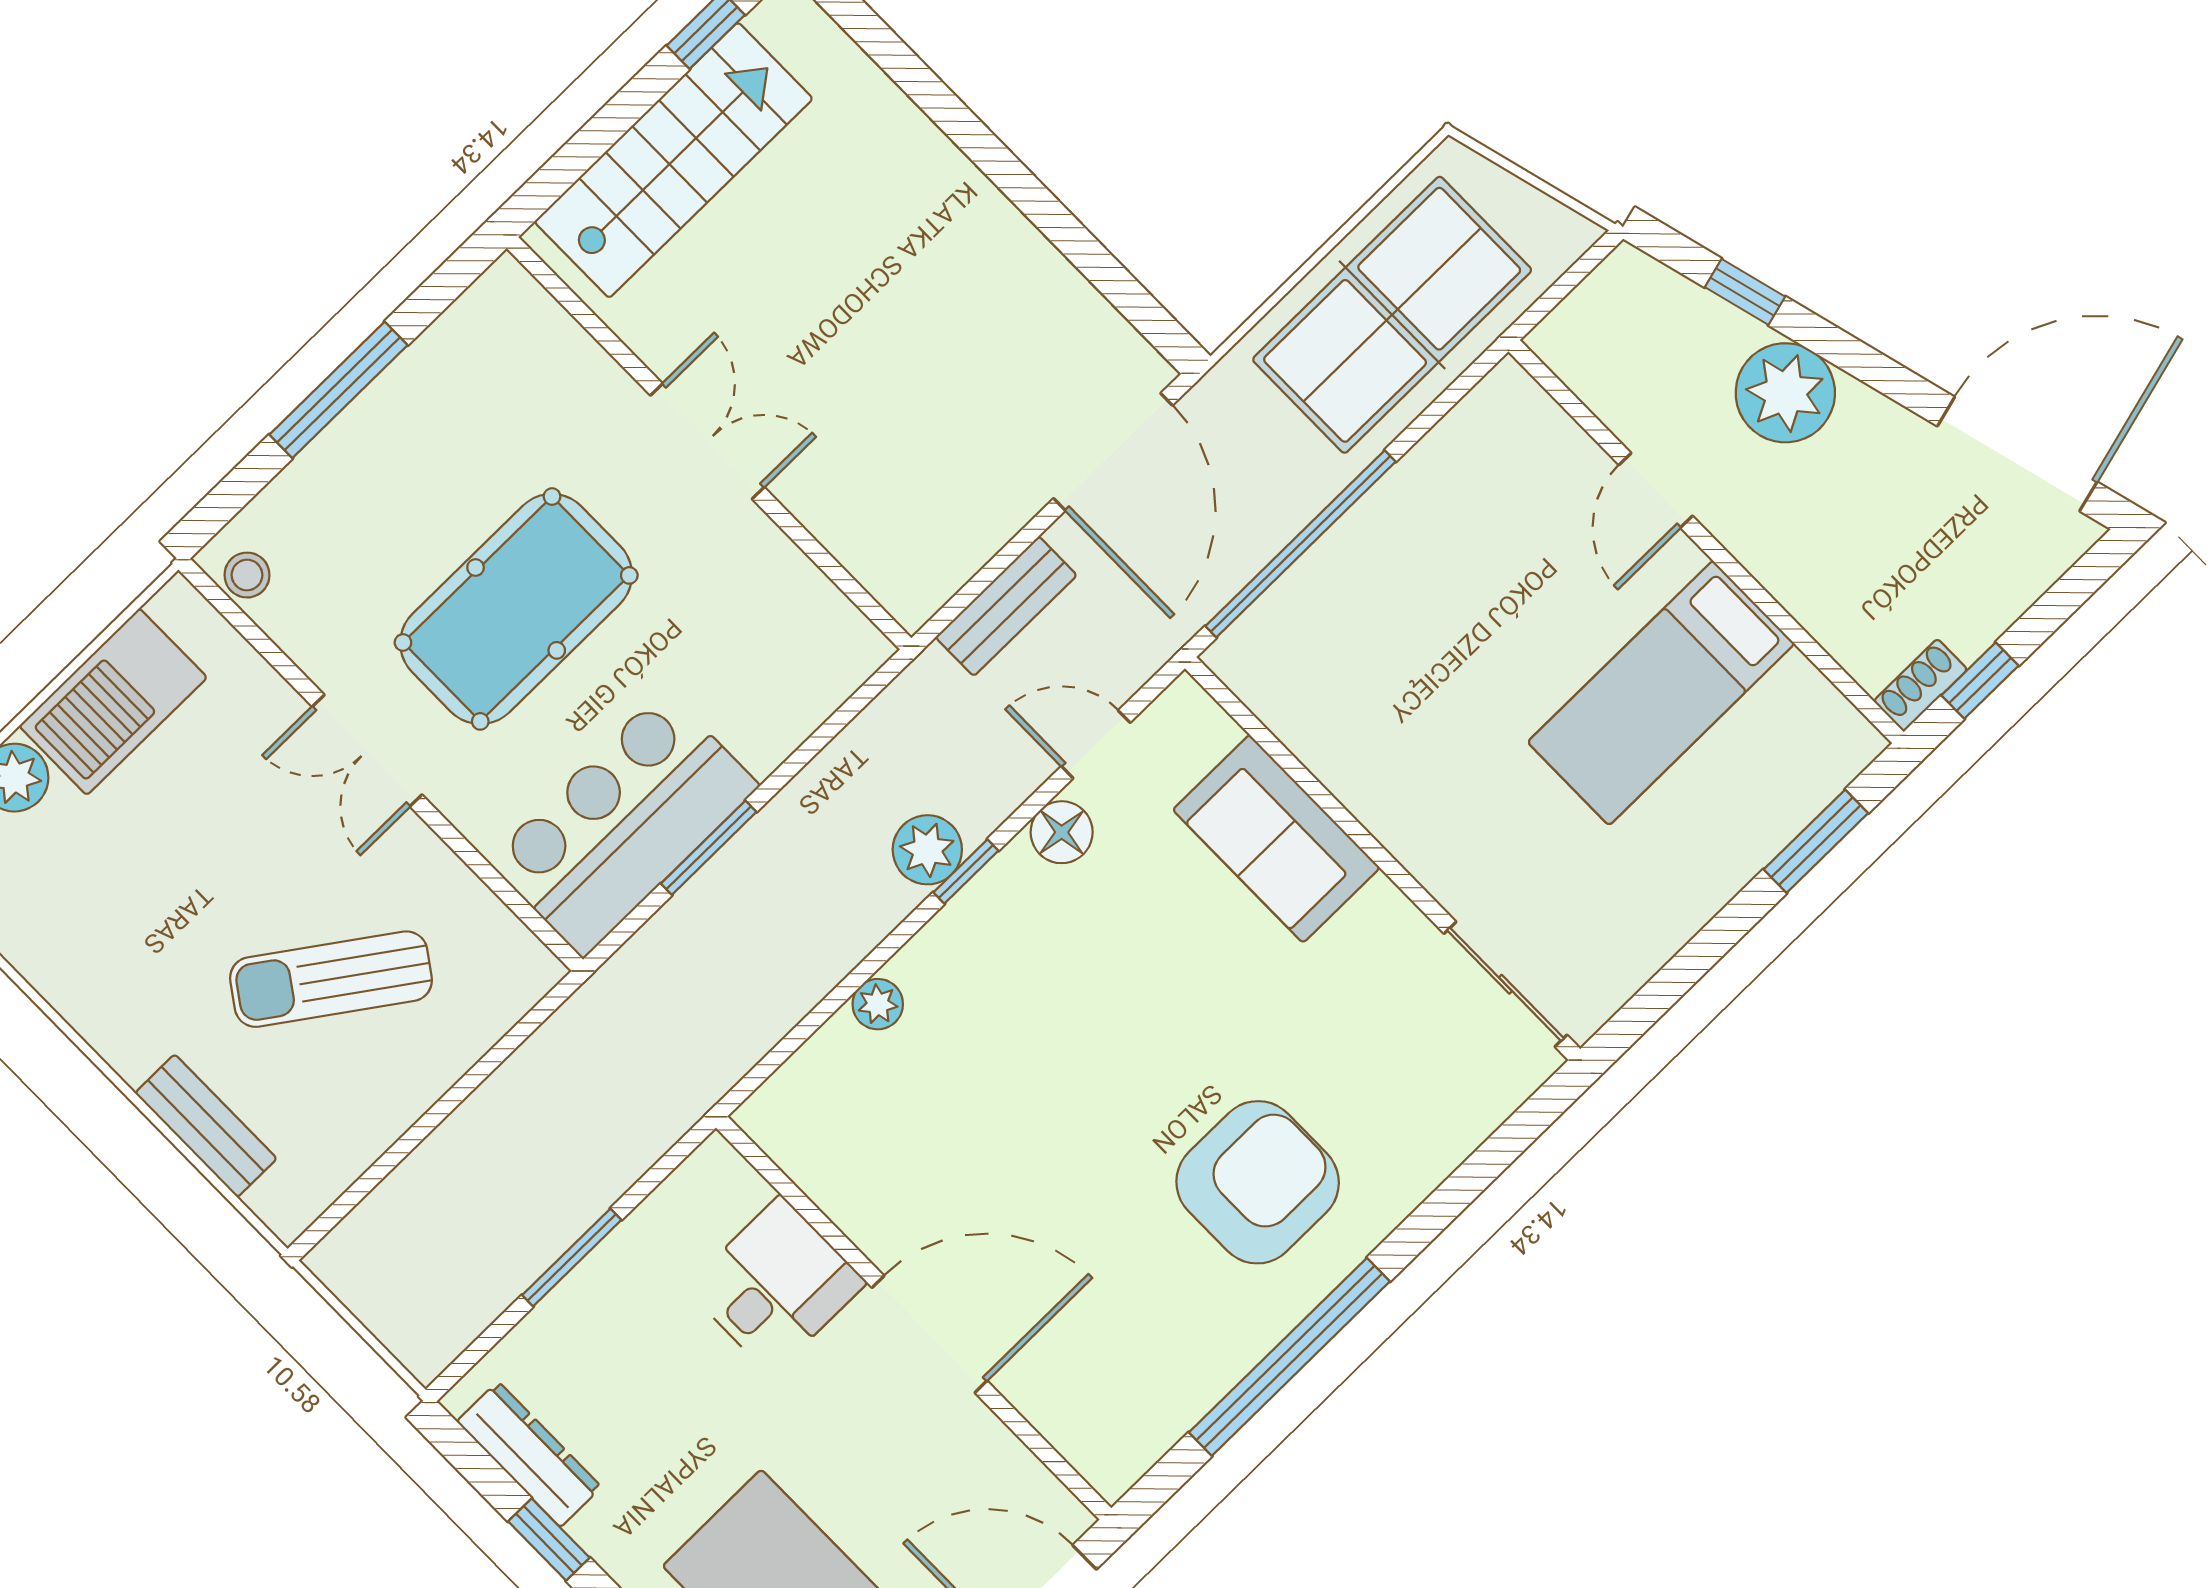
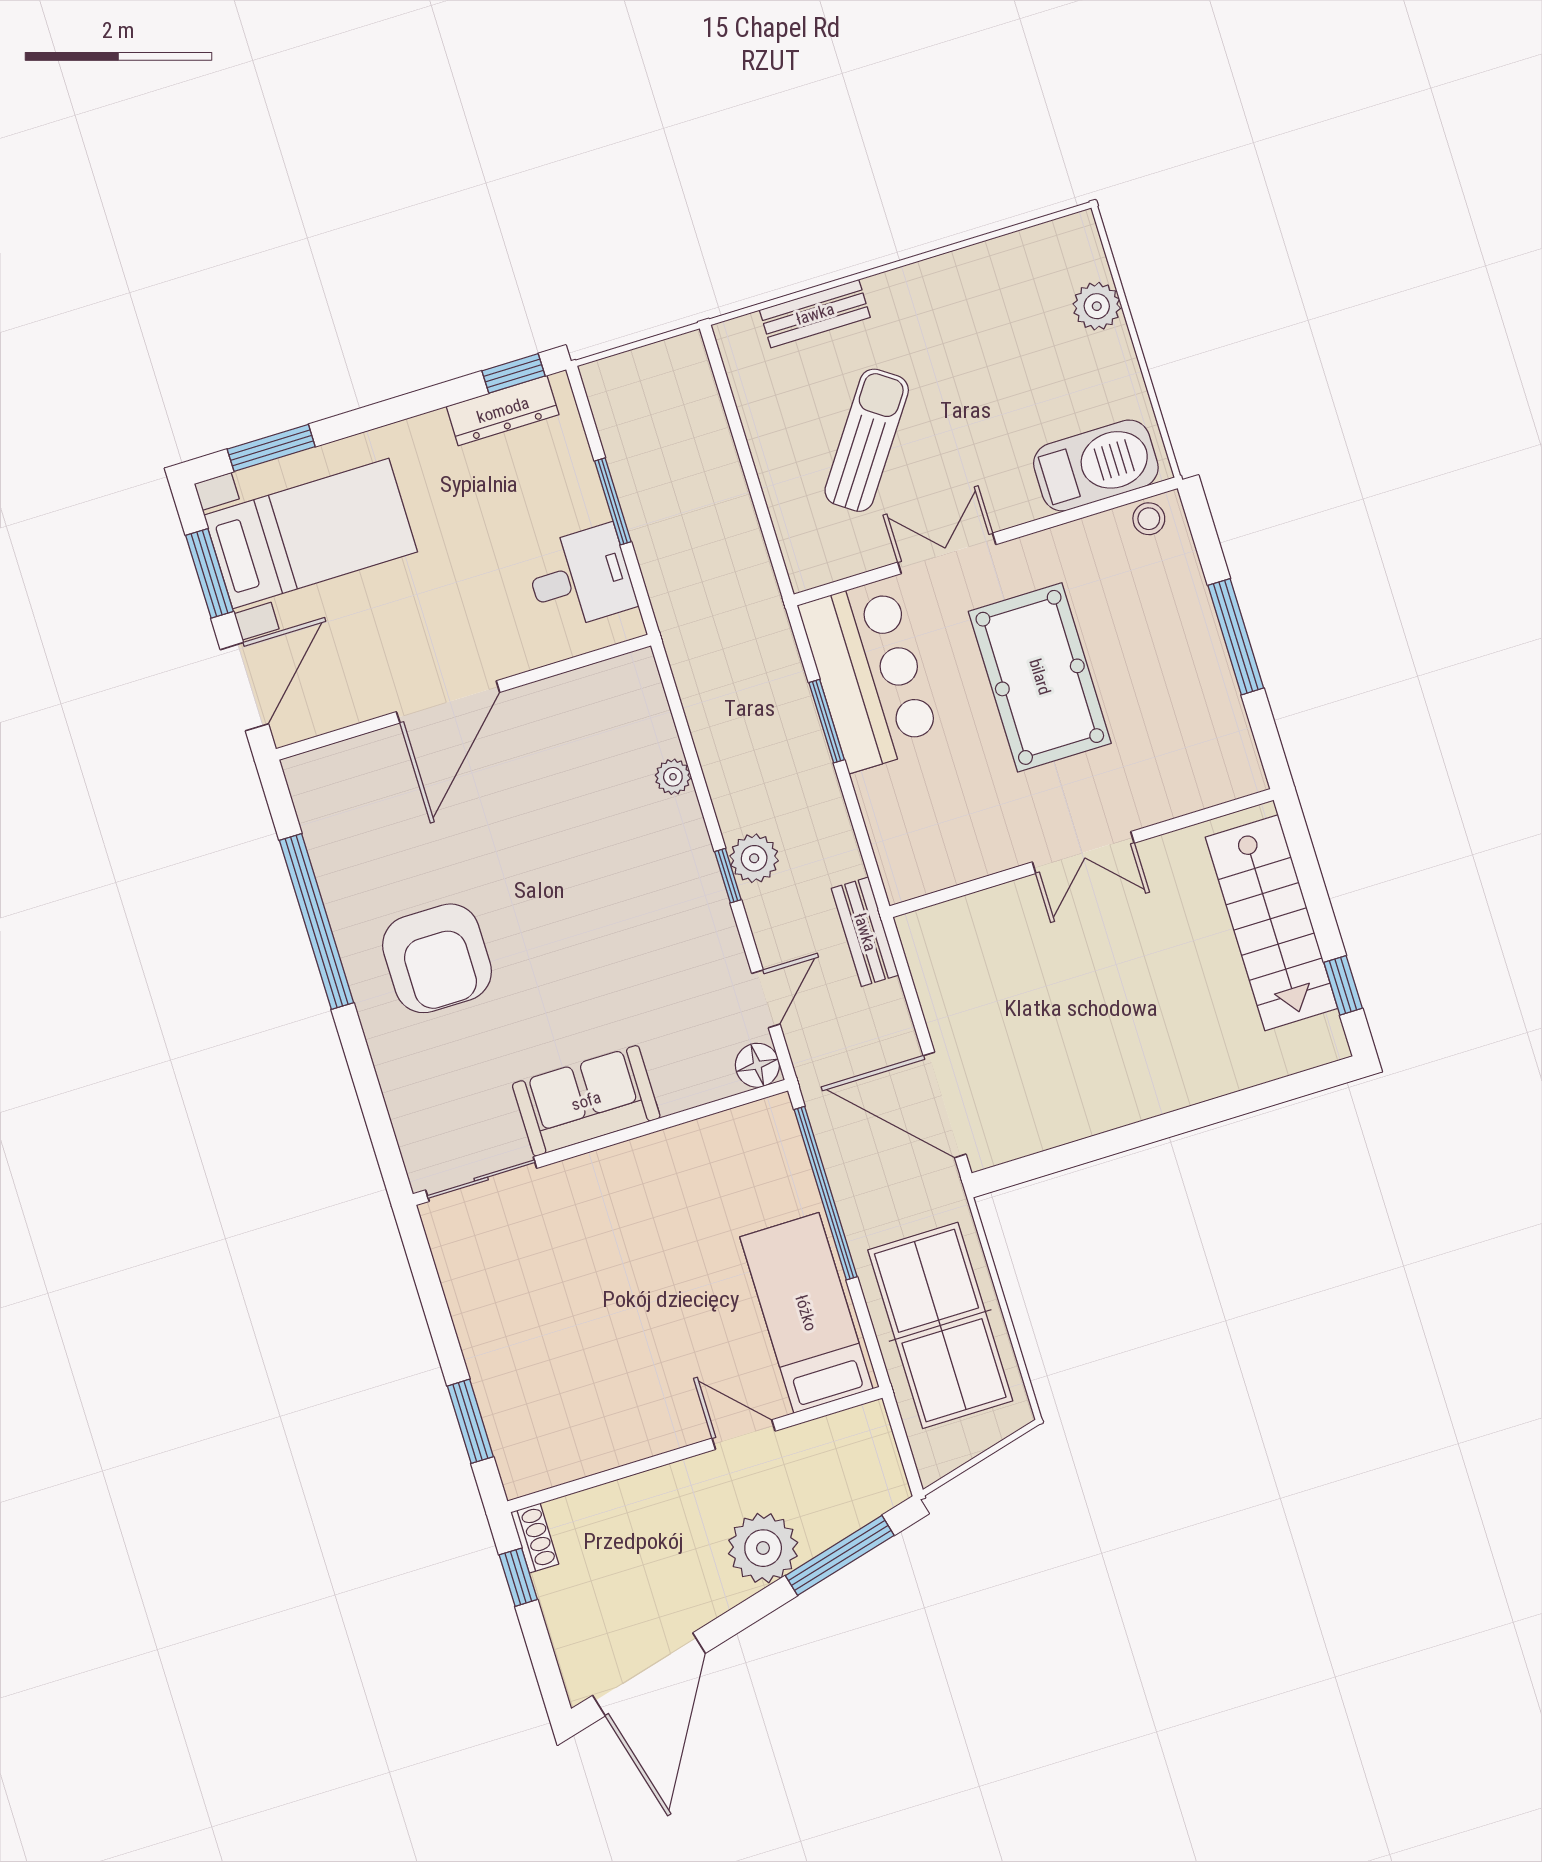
window: (1745, 292) -> (840, 1555), width x2.17
bench: (1006, 606) -> (865, 932), moved
bed: (1661, 693) -> (806, 1313), moved
barbecue: (113, 702) -> (1096, 466), moved, turned 90
double door: (367, 751) -> (947, 553), moved
floor lamp: (1062, 832) -> (757, 1065), moved
sofa: (1276, 839) -> (586, 1101), moved
desk: (776, 1285) -> (580, 578), moved, turned -90
window: (549, 1539) -> (513, 373), moved

